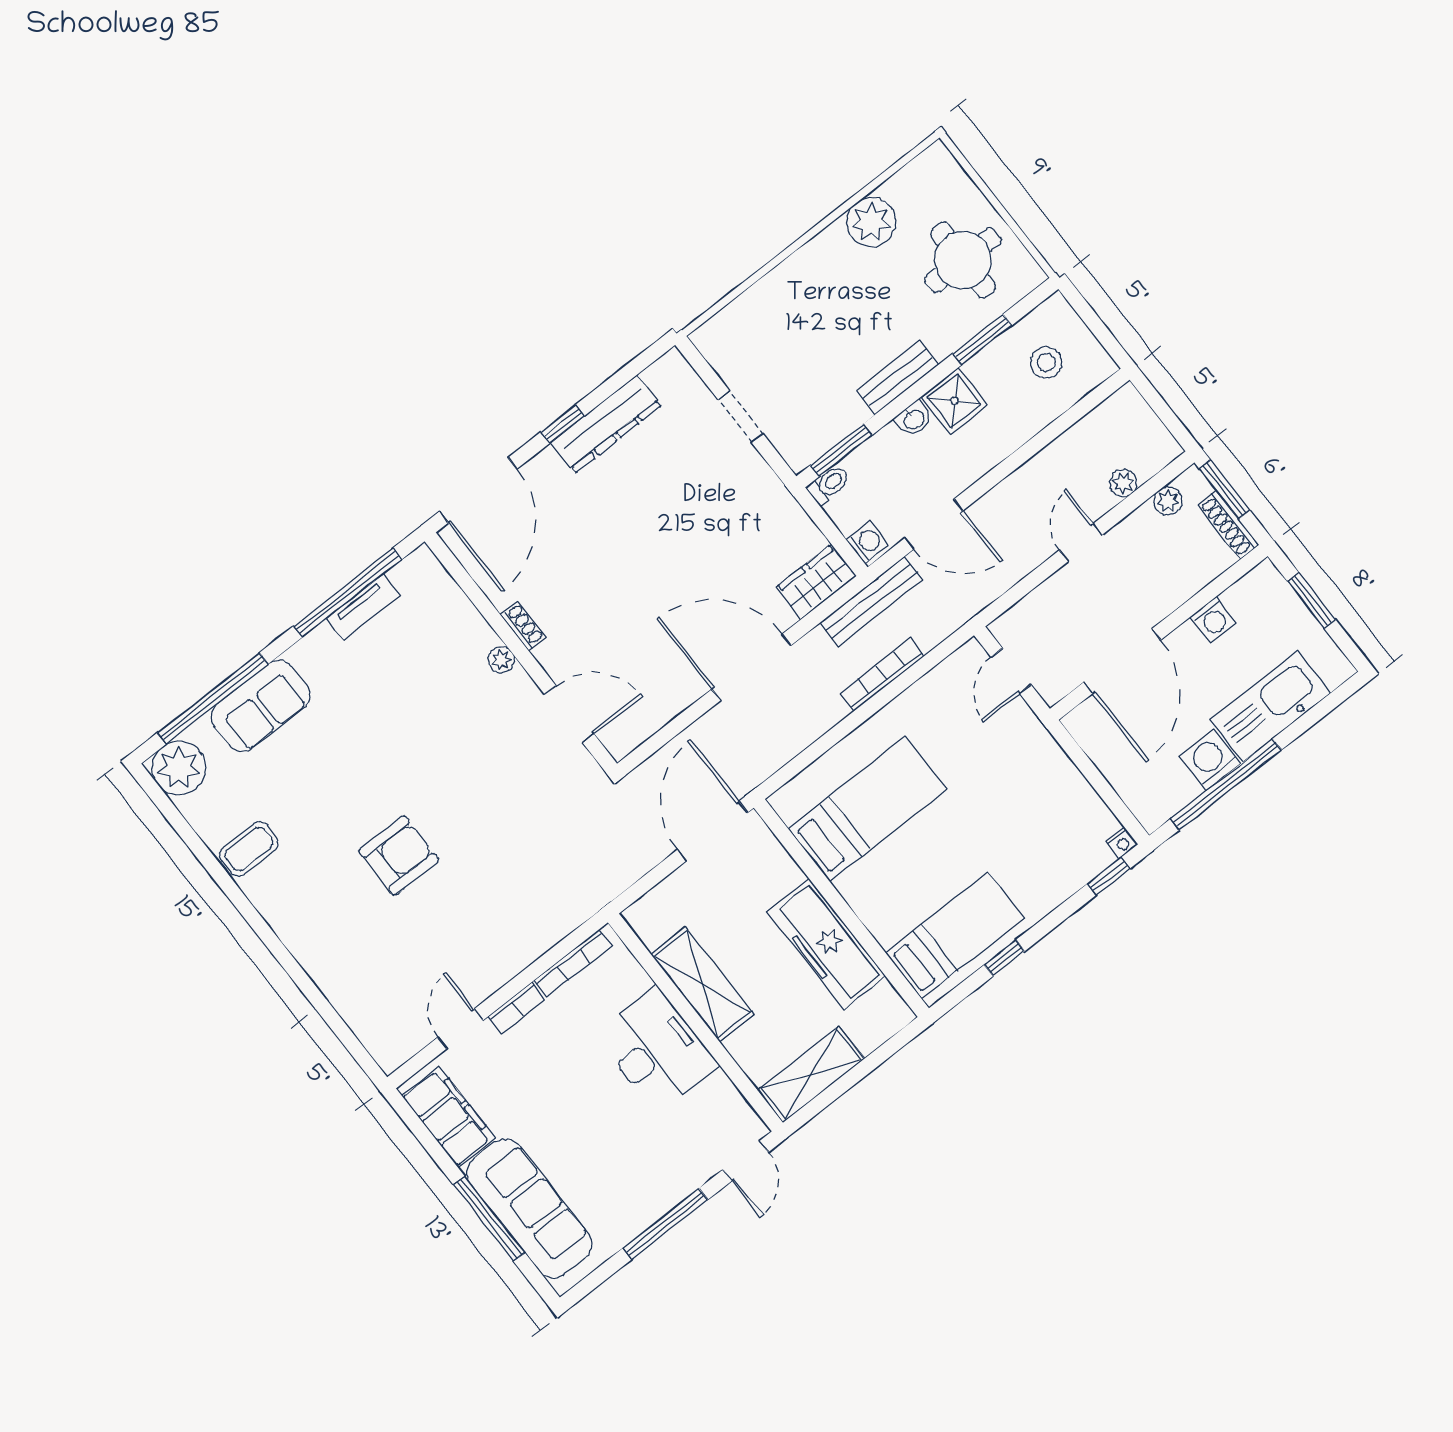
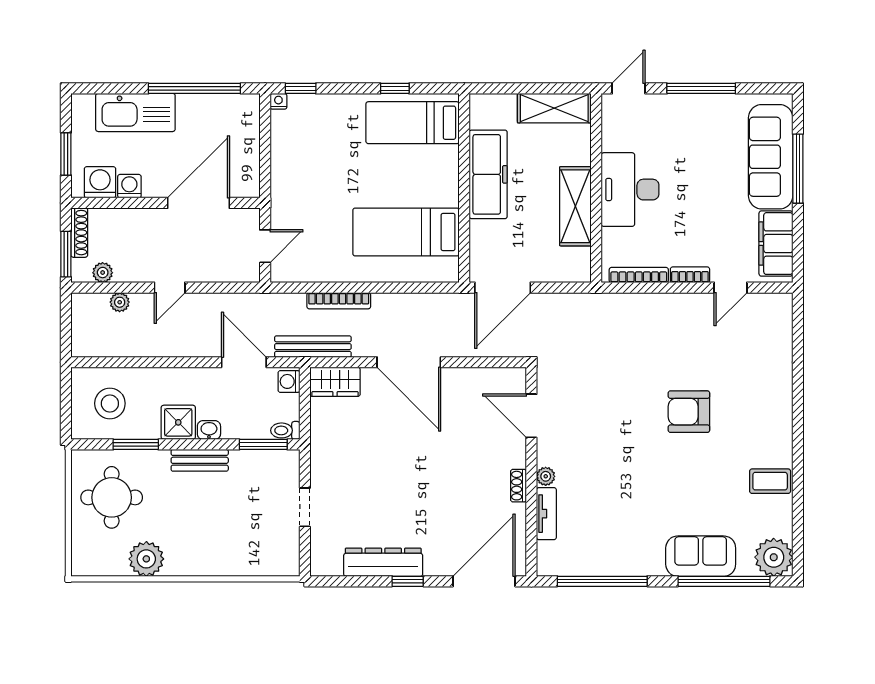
stool: (1046, 362) -> (110, 403), width x1.38, depth x1.38
tv unit: (363, 607) -> (546, 514), moved, turned 90
washing machine: (1210, 760) -> (100, 182), moved, turned 180

